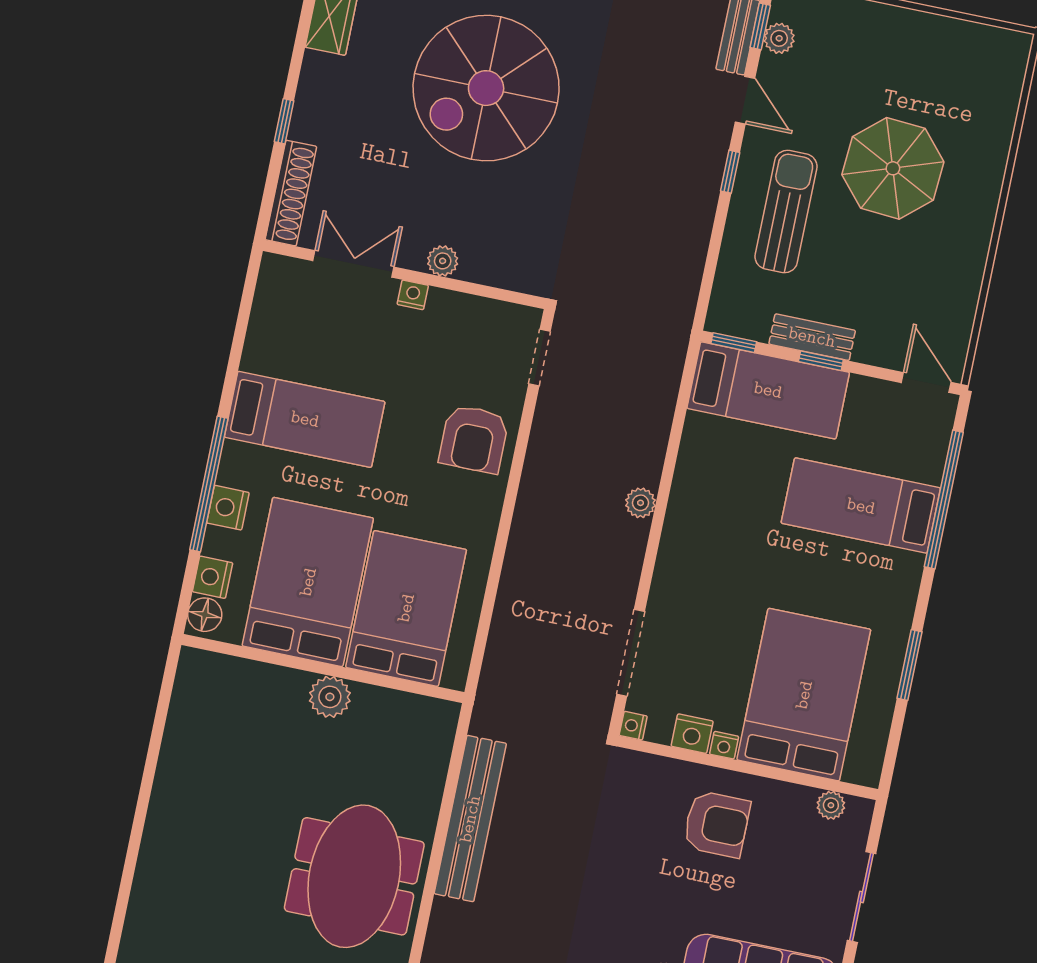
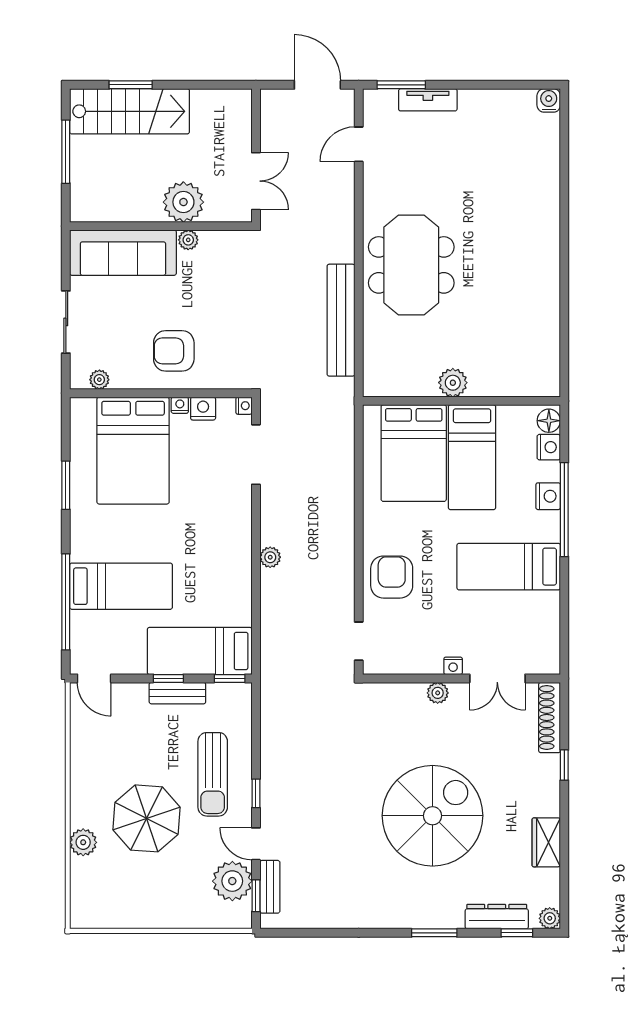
plant: (779, 38) -> (232, 881), width x1.87, depth x1.87
plant: (990, 153) -> (83, 842), added
bed: (308, 582) -> (472, 457), width x0.67

